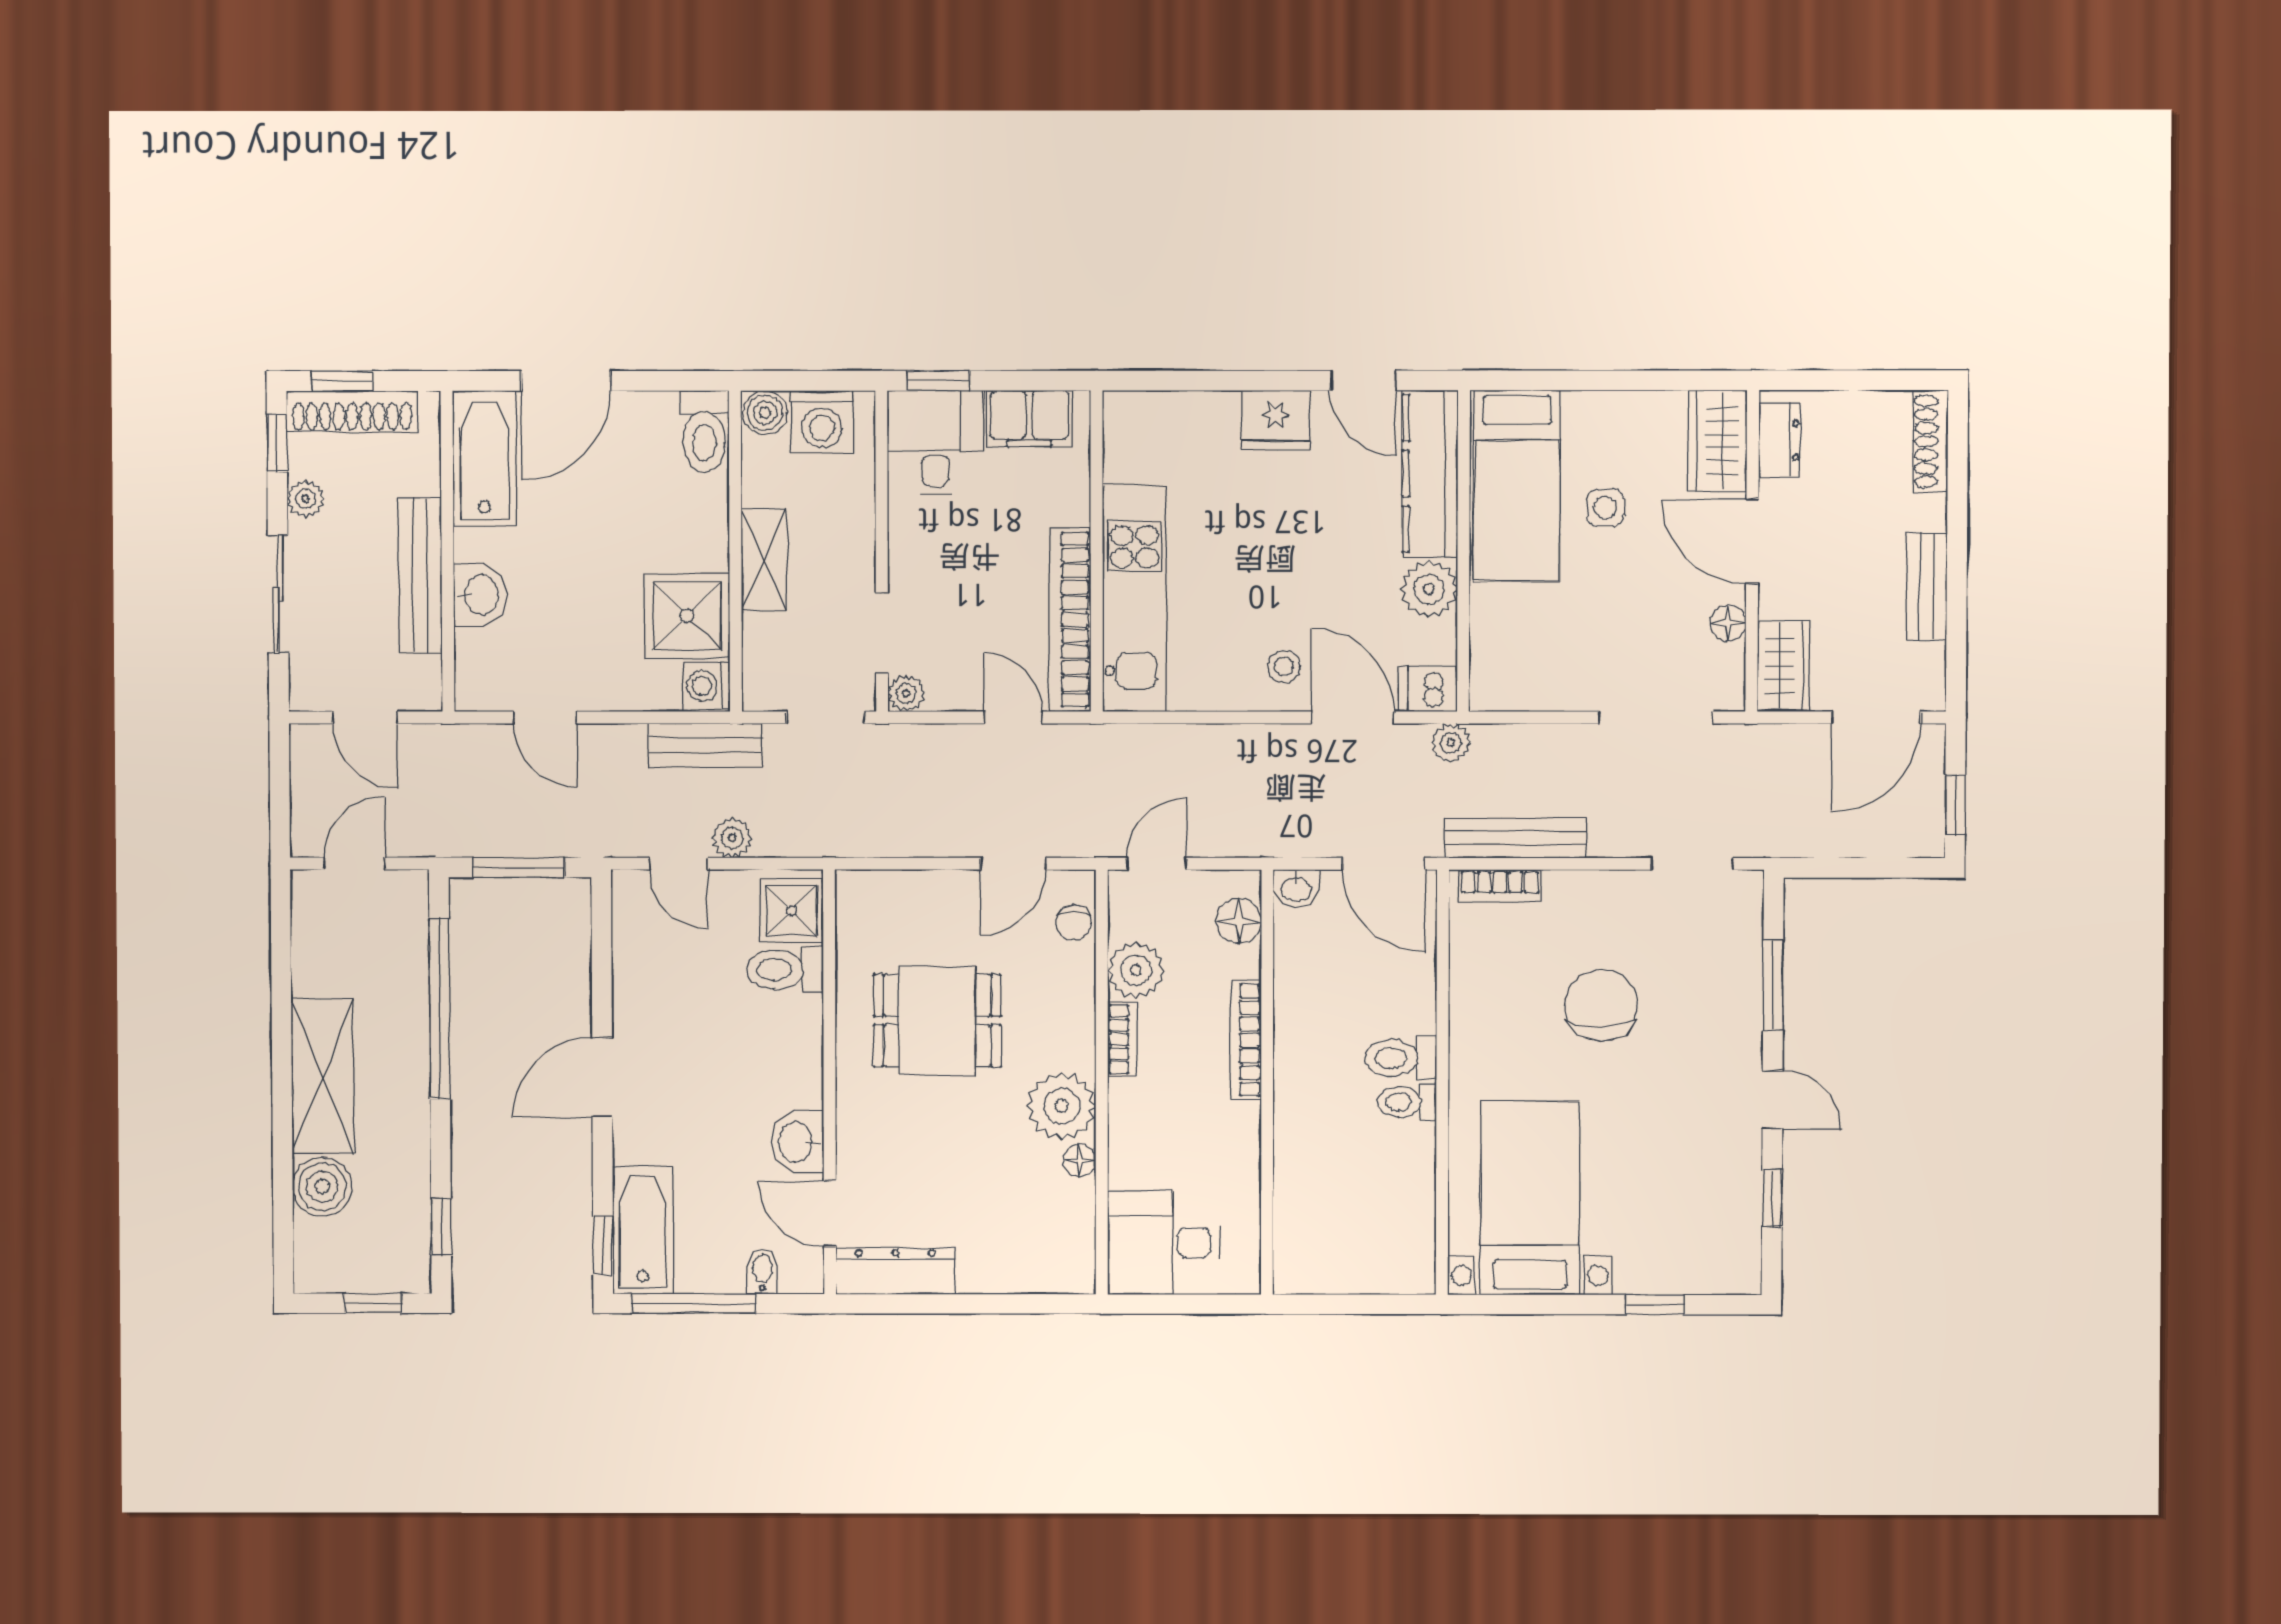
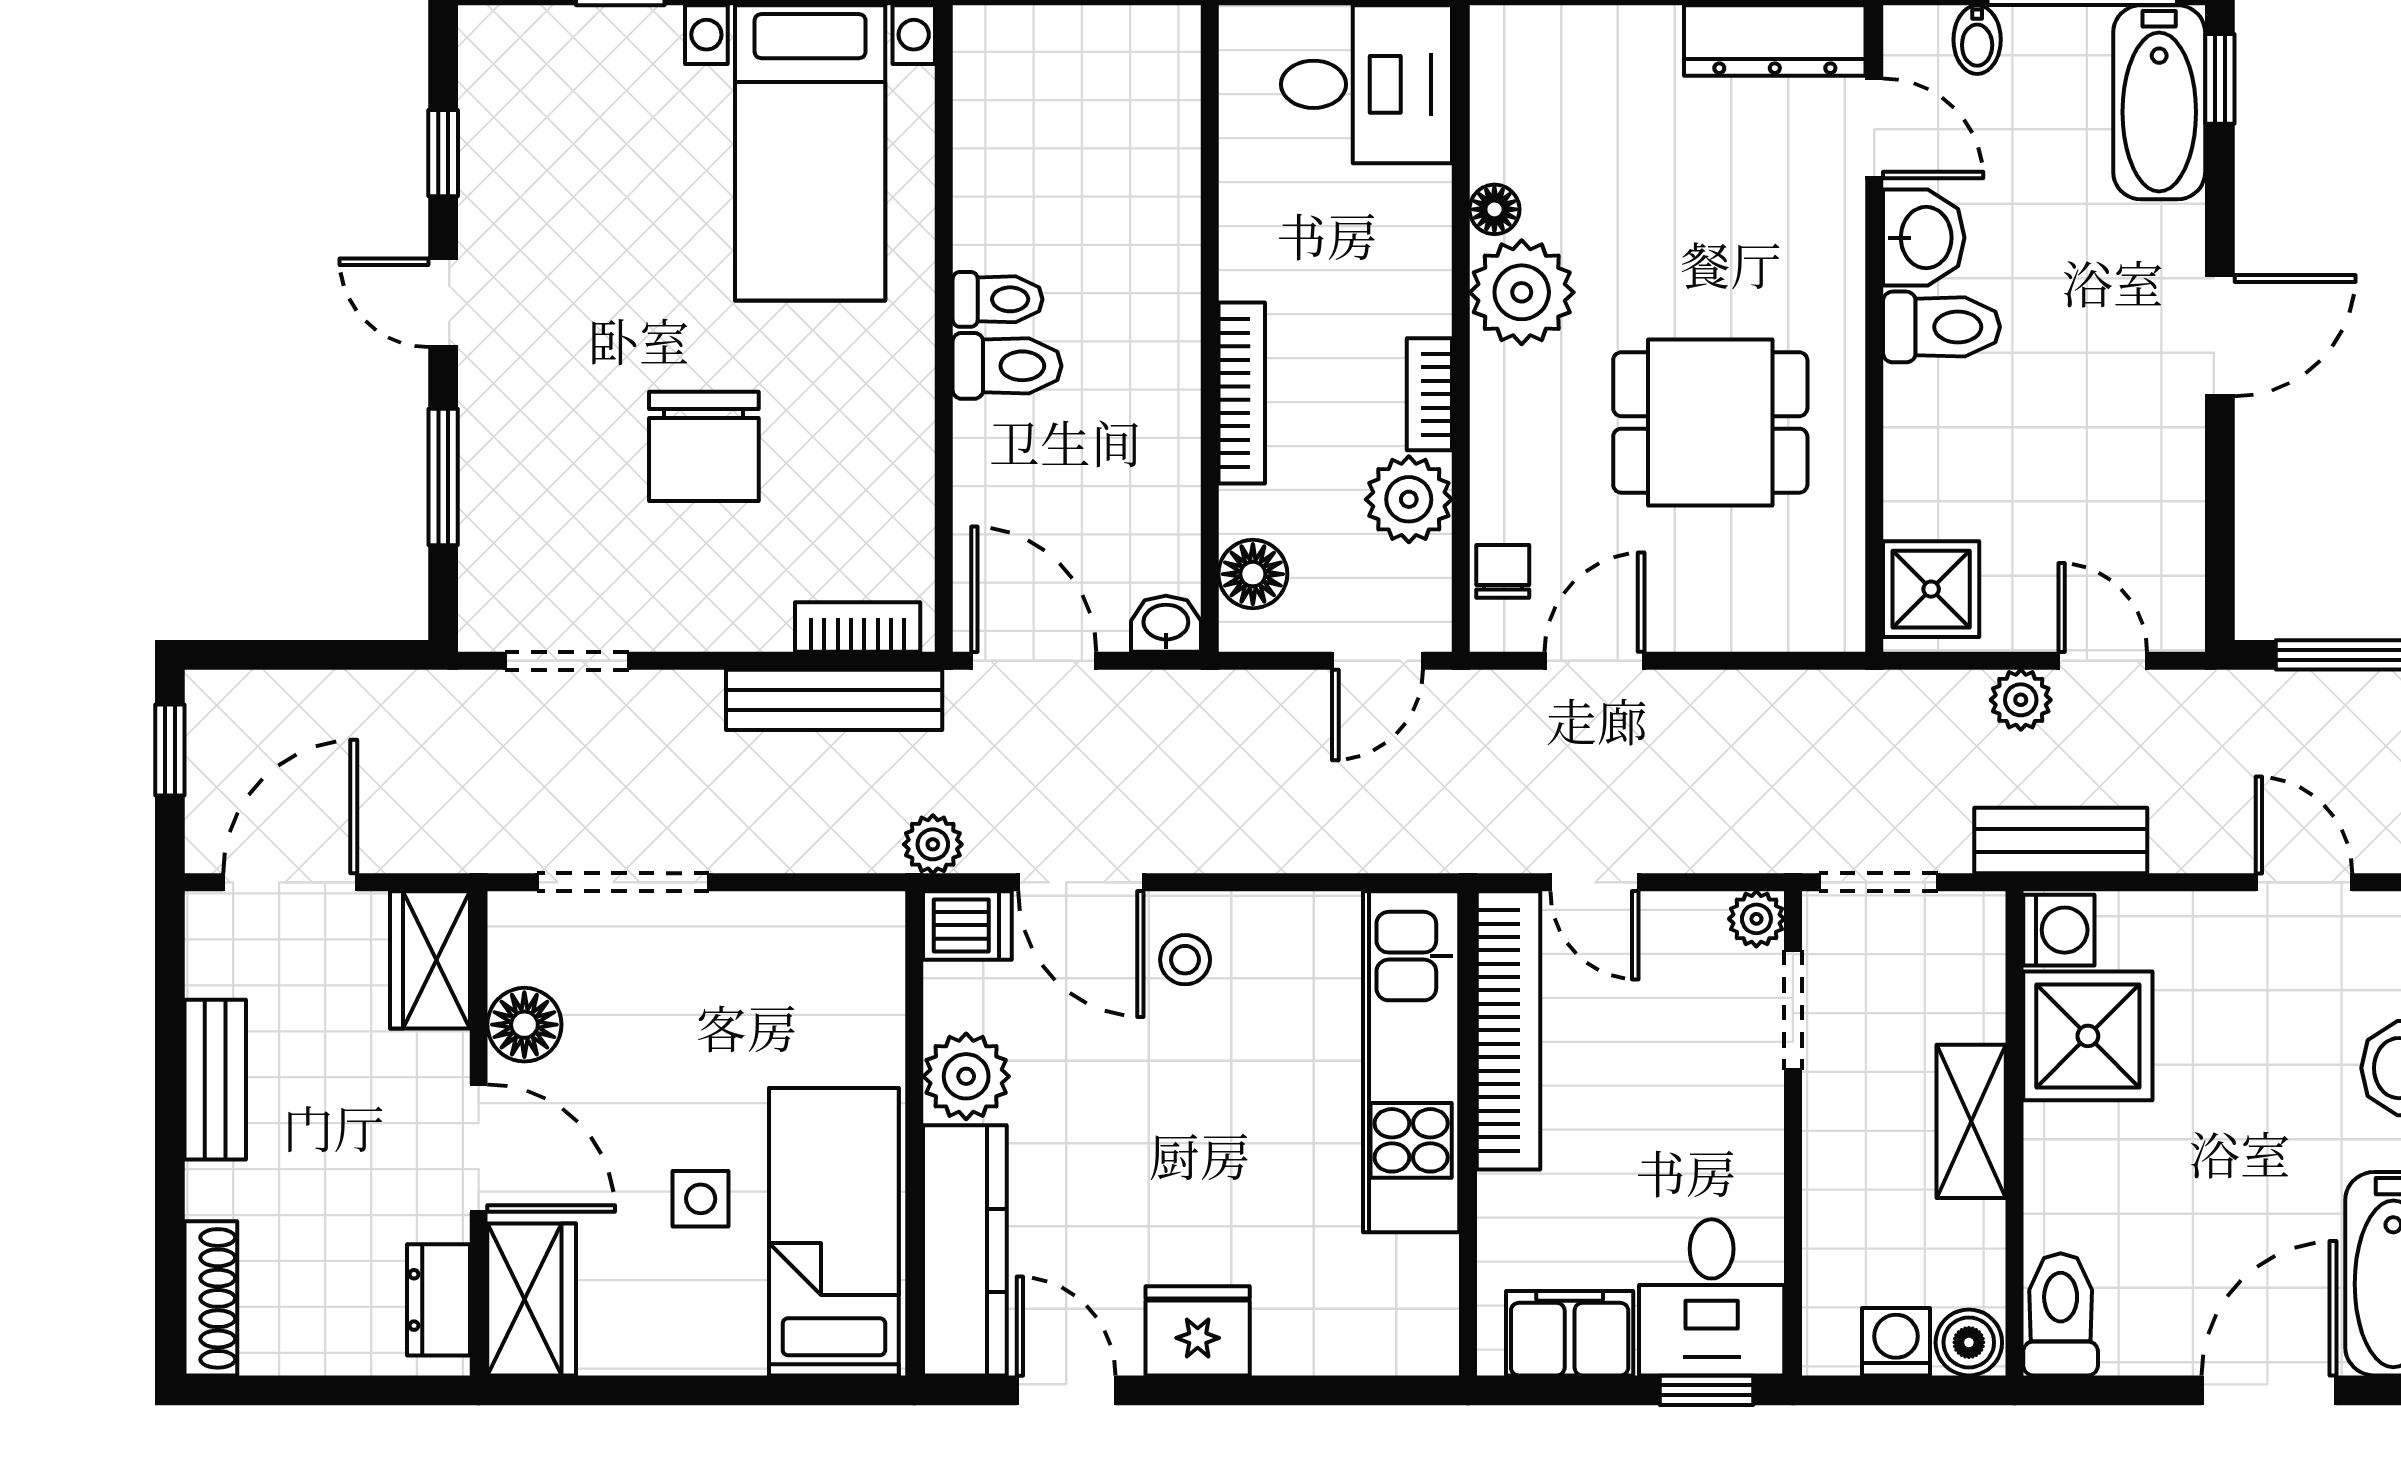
washing machine: (822, 422) -> (1896, 1342), width x0.73, depth x0.73
floor lamp: (1728, 623) -> (524, 1025), width x1.37, depth x1.37
toilet: (785, 970) -> (1941, 327), moved

